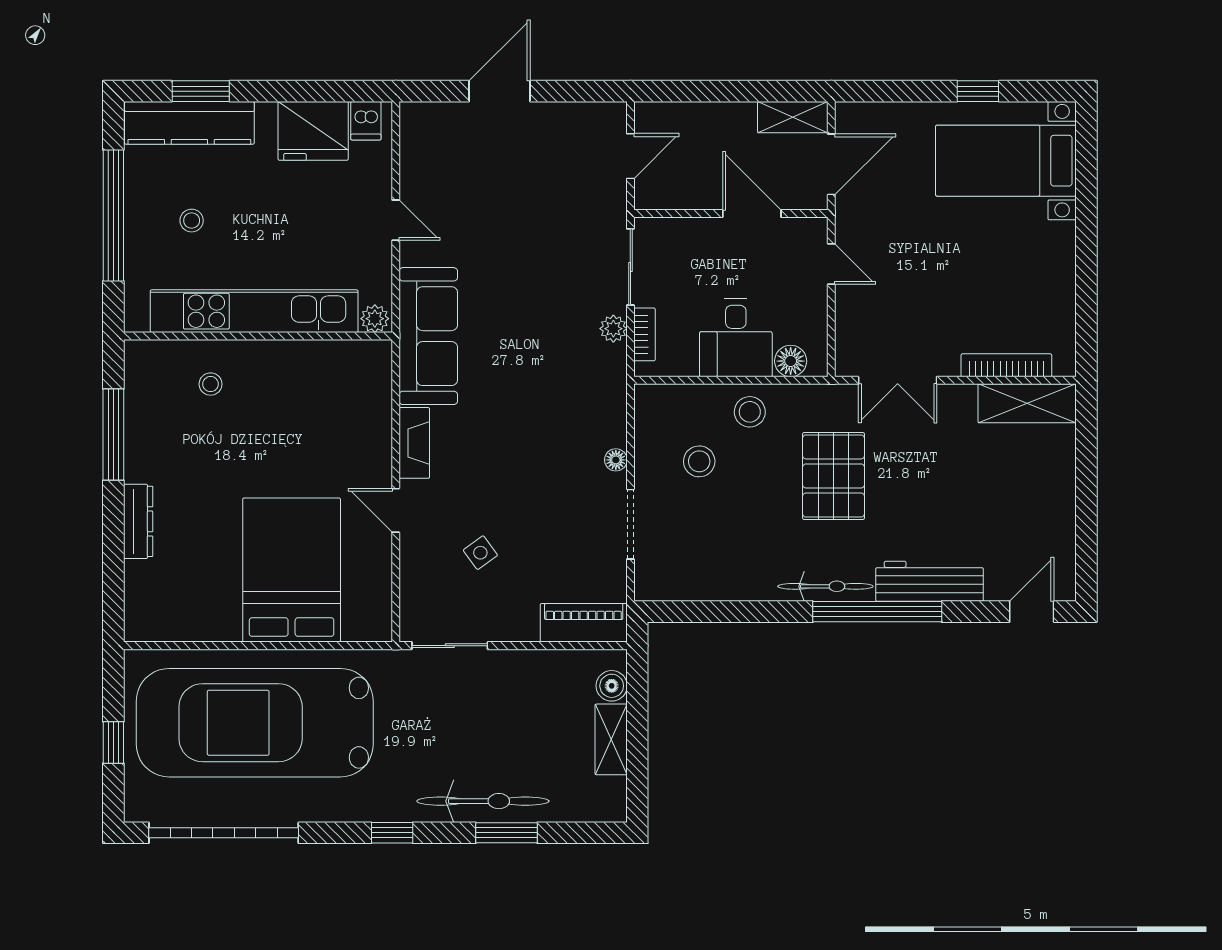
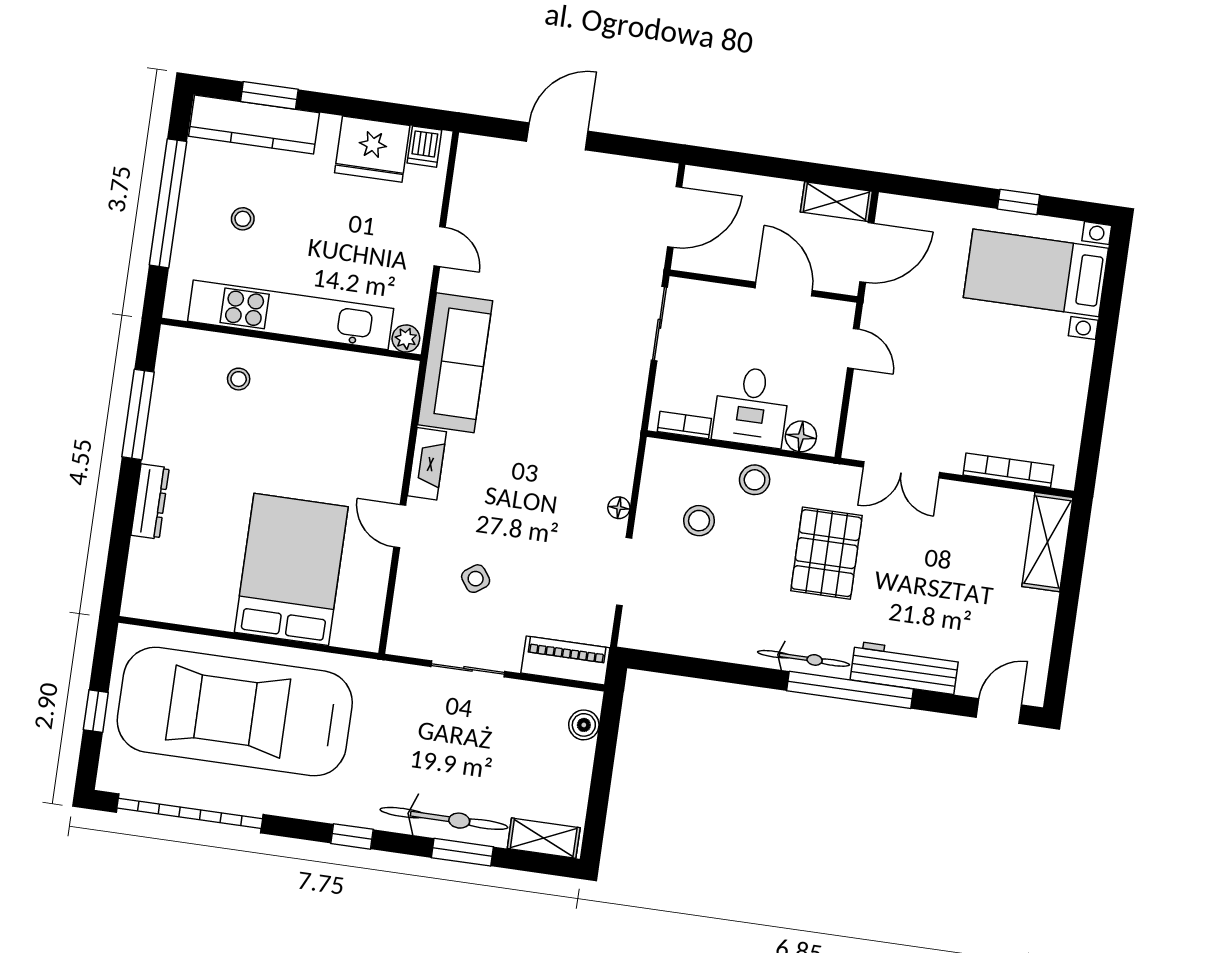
door: (630, 156) -> (675, 217), width x1.37
plant: (613, 329) -> (634, 381), removed
bookcase: (644, 334) -> (684, 425), moved, turned -90
shelving: (1027, 403) -> (1047, 542), moved, turned 90
sliding door: (450, 646) -> (468, 669), moved
shelving: (611, 739) -> (544, 838), moved, turned 90

